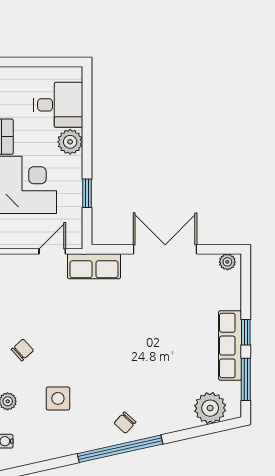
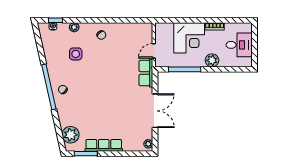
desk: (58, 105) -> (239, 45), moved, turned -90
window: (87, 193) -> (185, 69), width x2.17
door: (52, 251) -> (154, 51), swing flipped
window: (246, 332) -> (111, 154), removed

